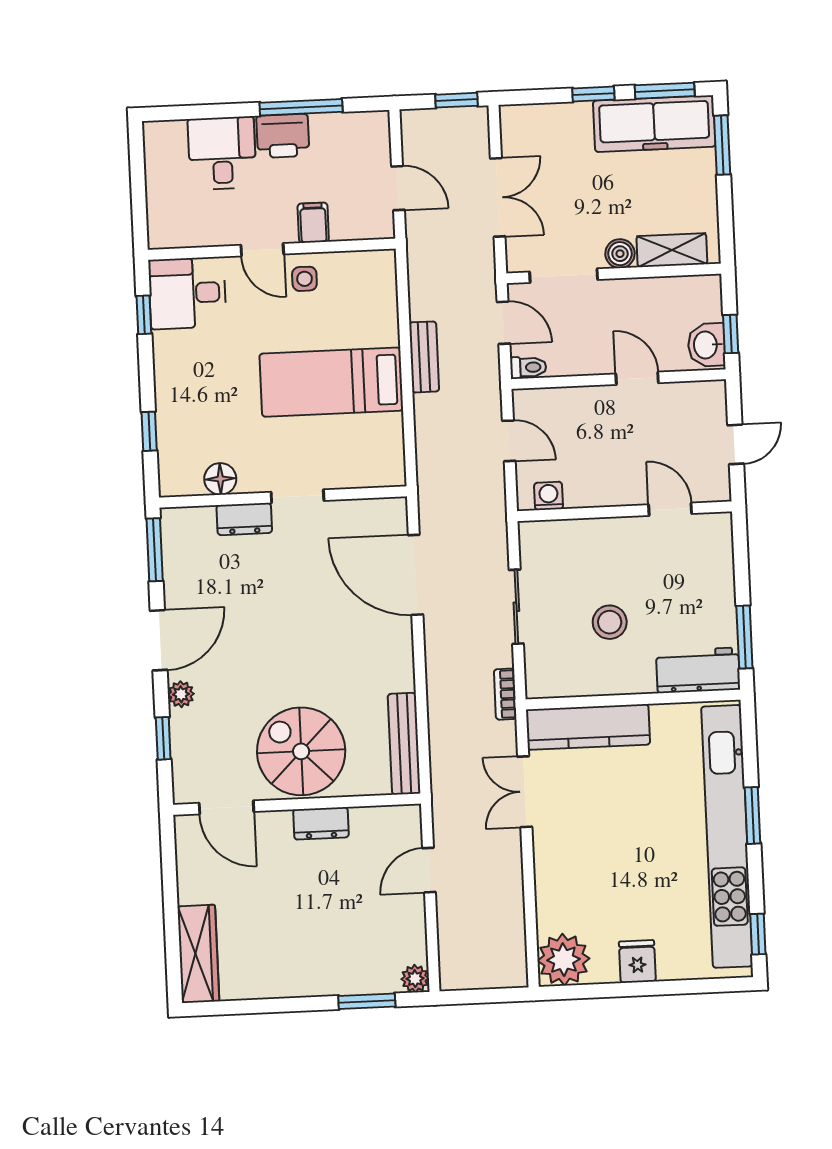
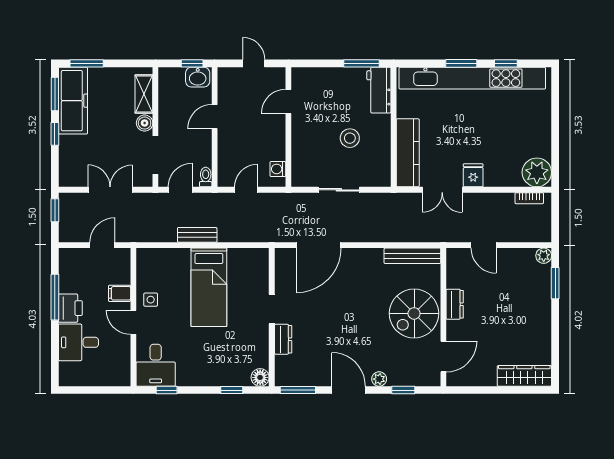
door: (262, 250) -> (133, 322), swing flipped
floor lamp: (220, 479) -> (260, 377), moved
bookcase: (505, 694) -> (529, 198), moved
window: (758, 934) -> (506, 63), moved
fridge: (637, 961) -> (473, 175), moved, turned 90

